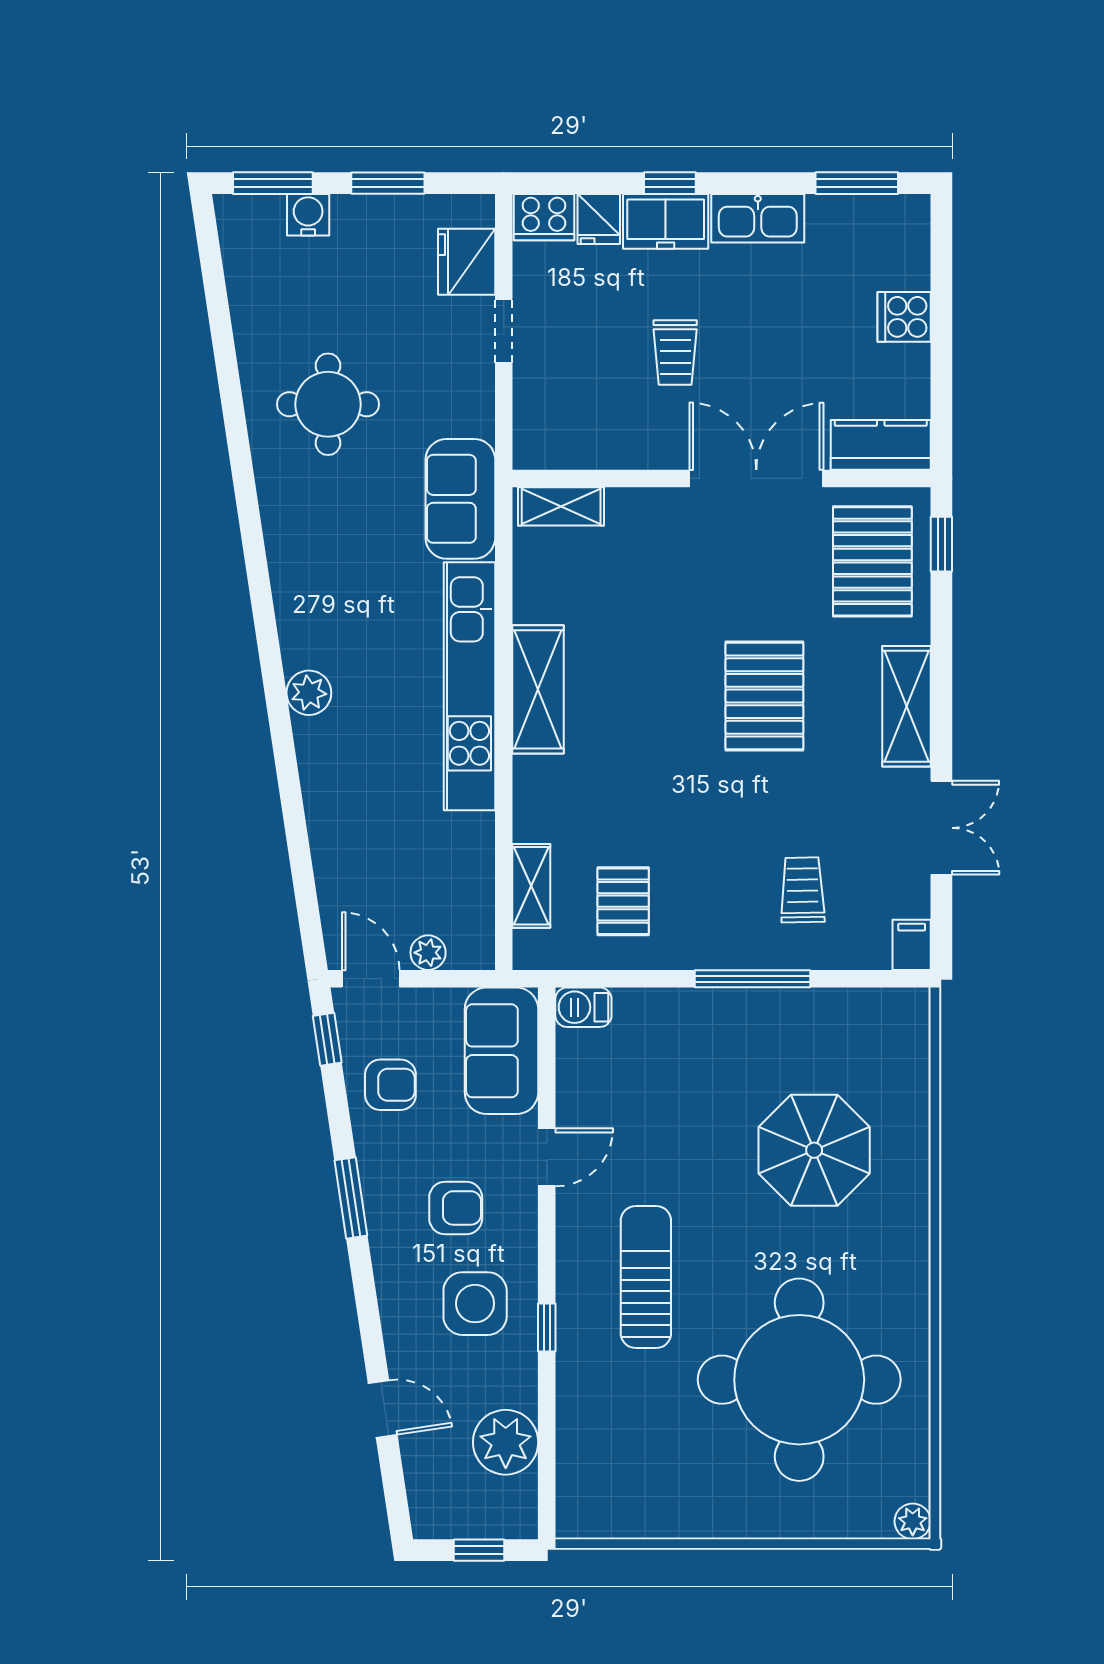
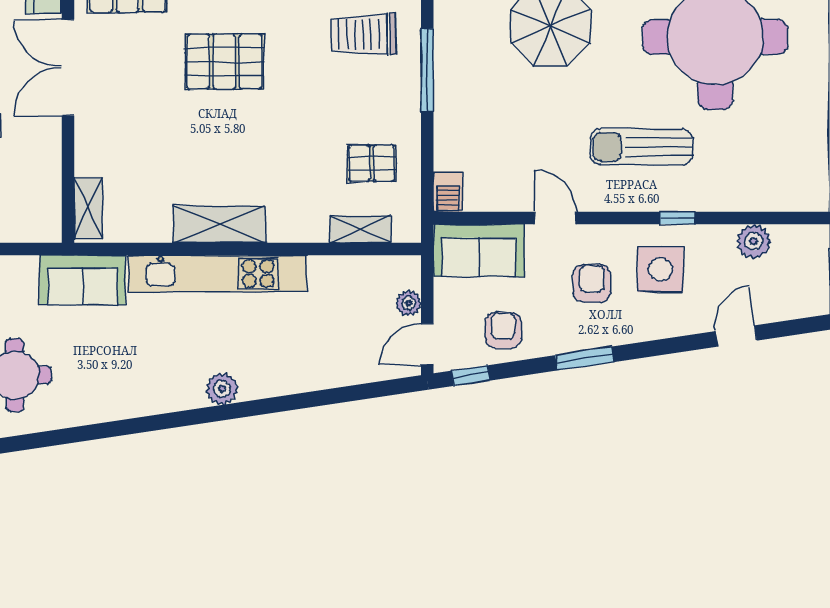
trolley: (803, 890) -> (363, 34), width x1.36, depth x1.39
plant: (506, 1442) -> (754, 241), width x0.73, depth x0.73

